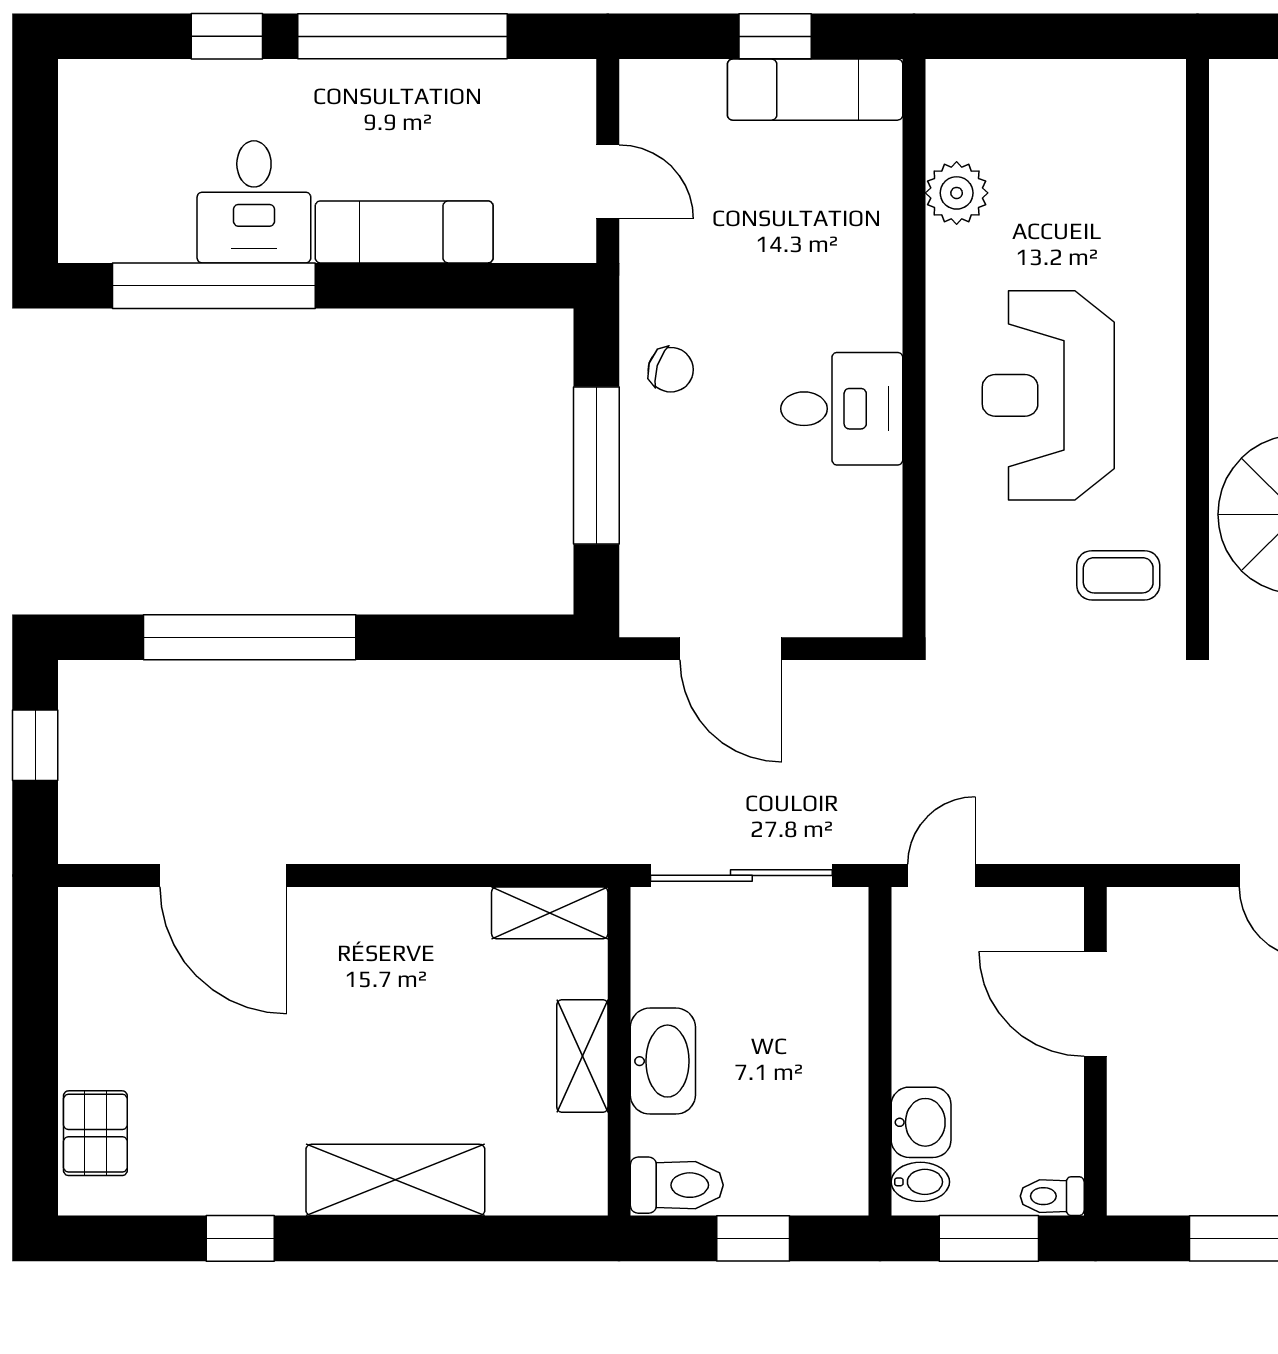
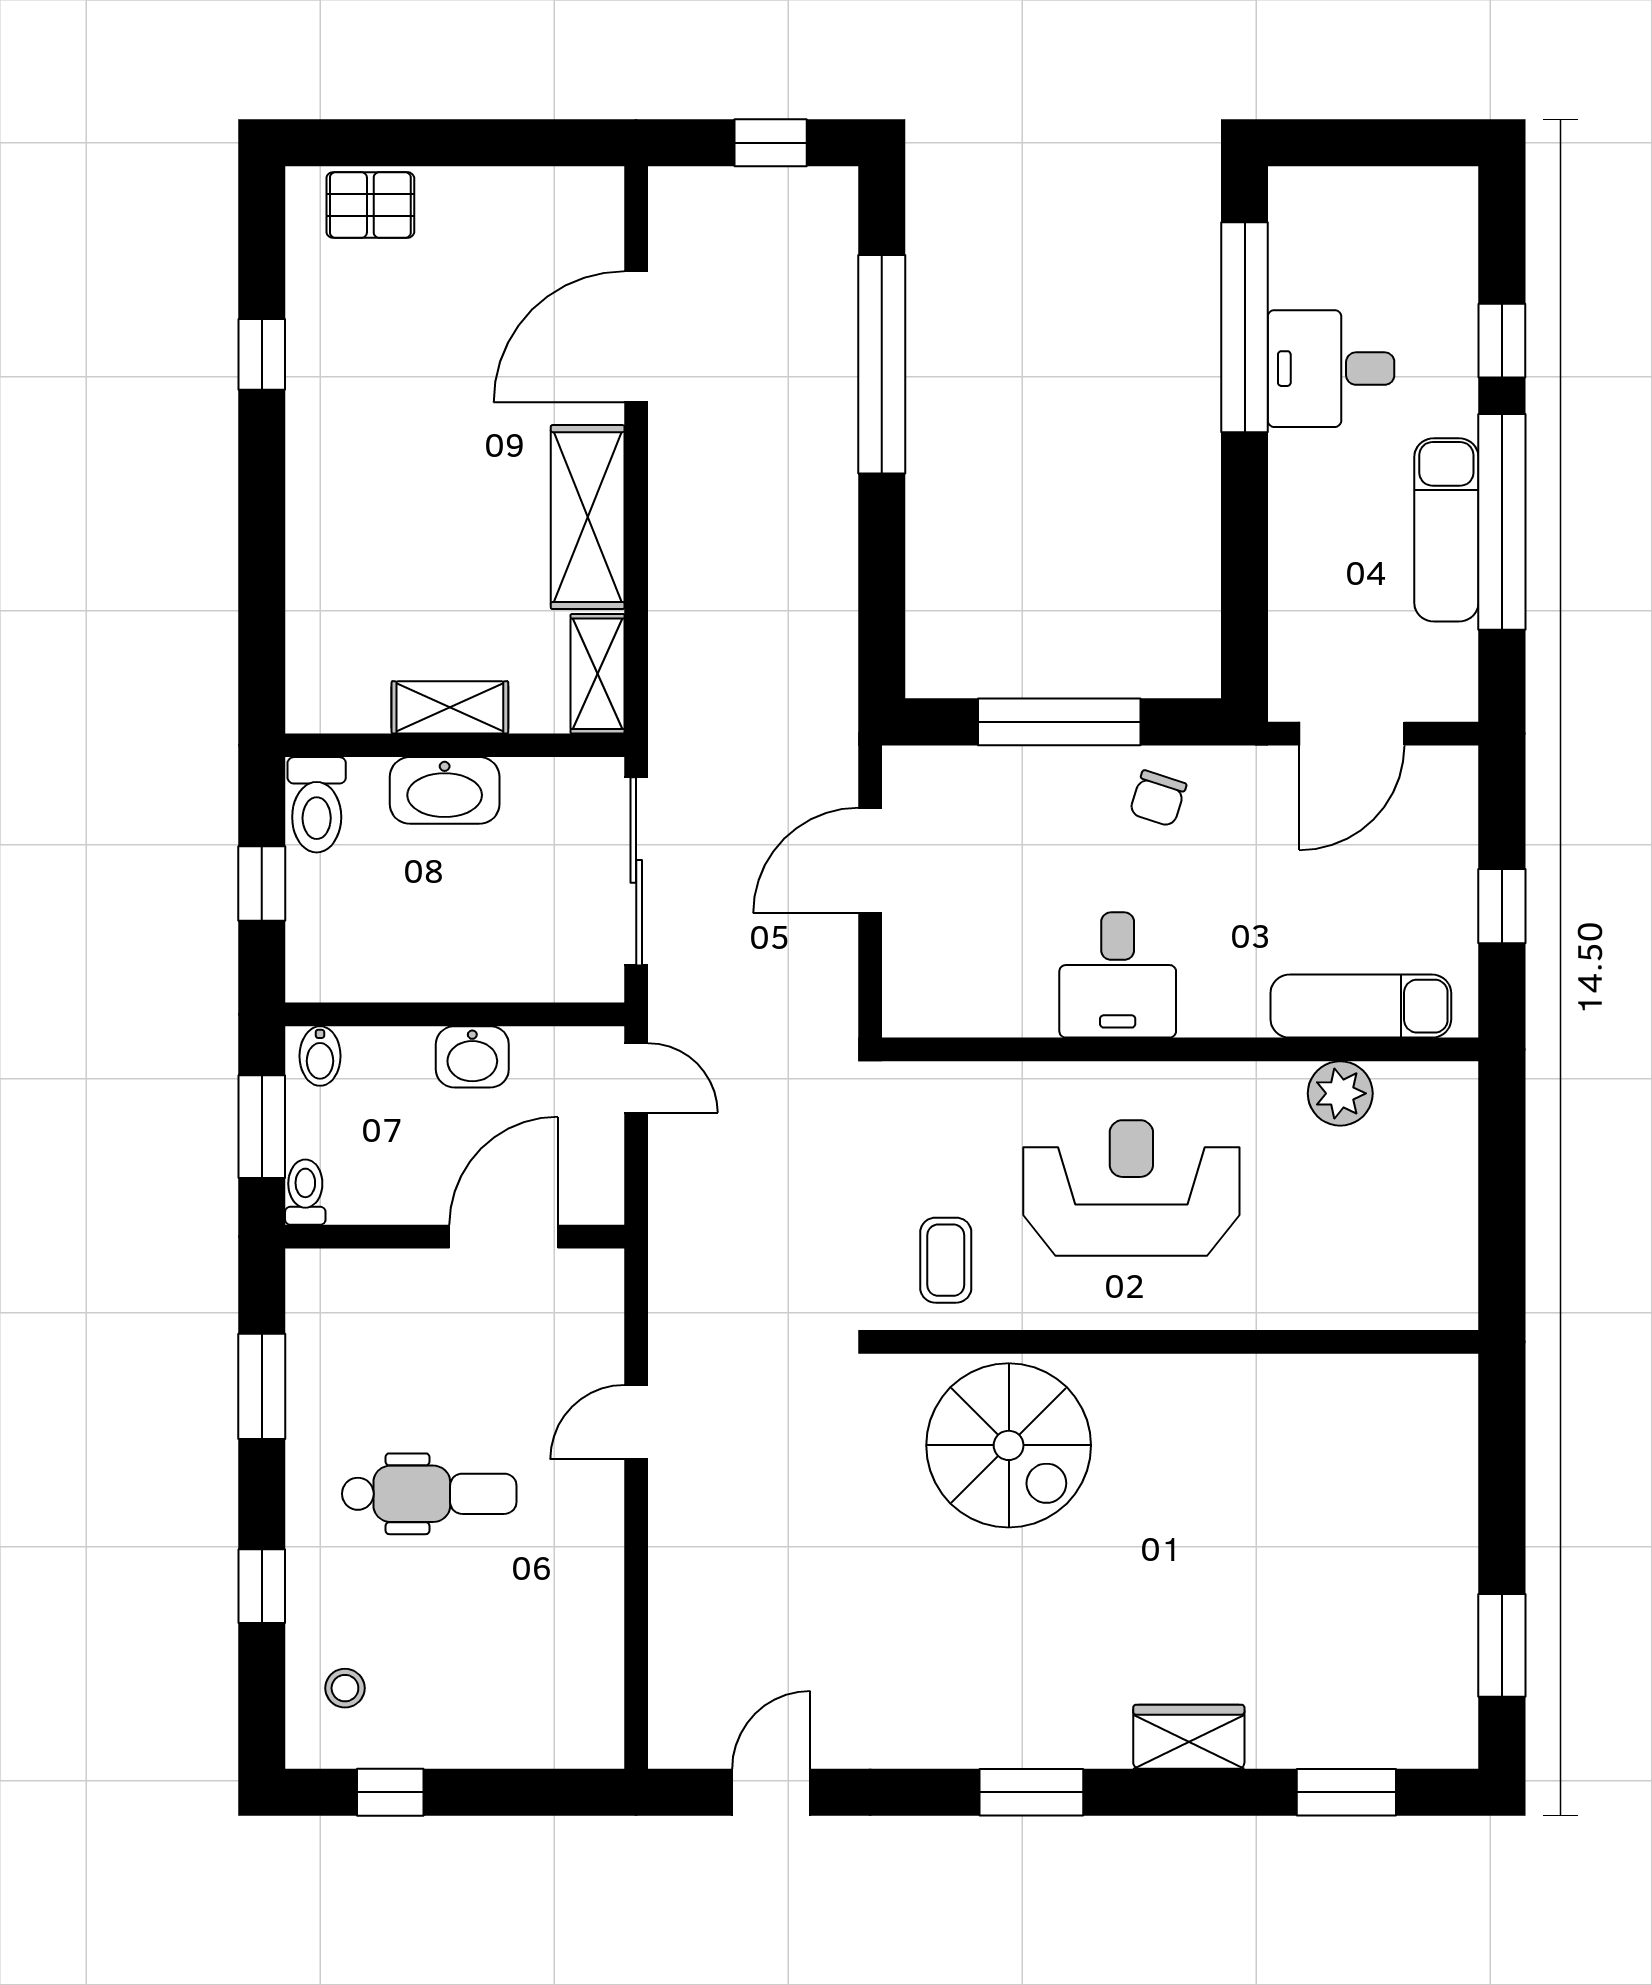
exam couch: (815, 90) -> (1361, 1006), moved, turned 90
door: (608, 182) -> (1352, 734), width x1.38
exam couch: (404, 232) -> (1446, 530), moved, turned 180
washbasin: (921, 1122) -> (472, 1057), moved
shelving: (395, 1180) -> (588, 517), moved

